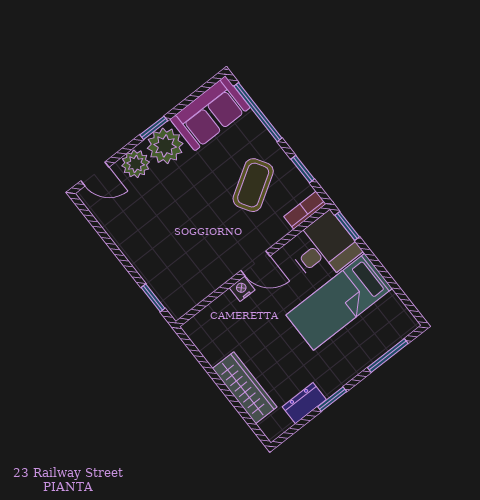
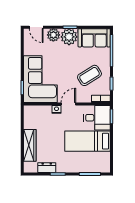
corner sofa: (173, 258) -> (40, 79), added
door: (255, 263) -> (68, 104), swing flipped

